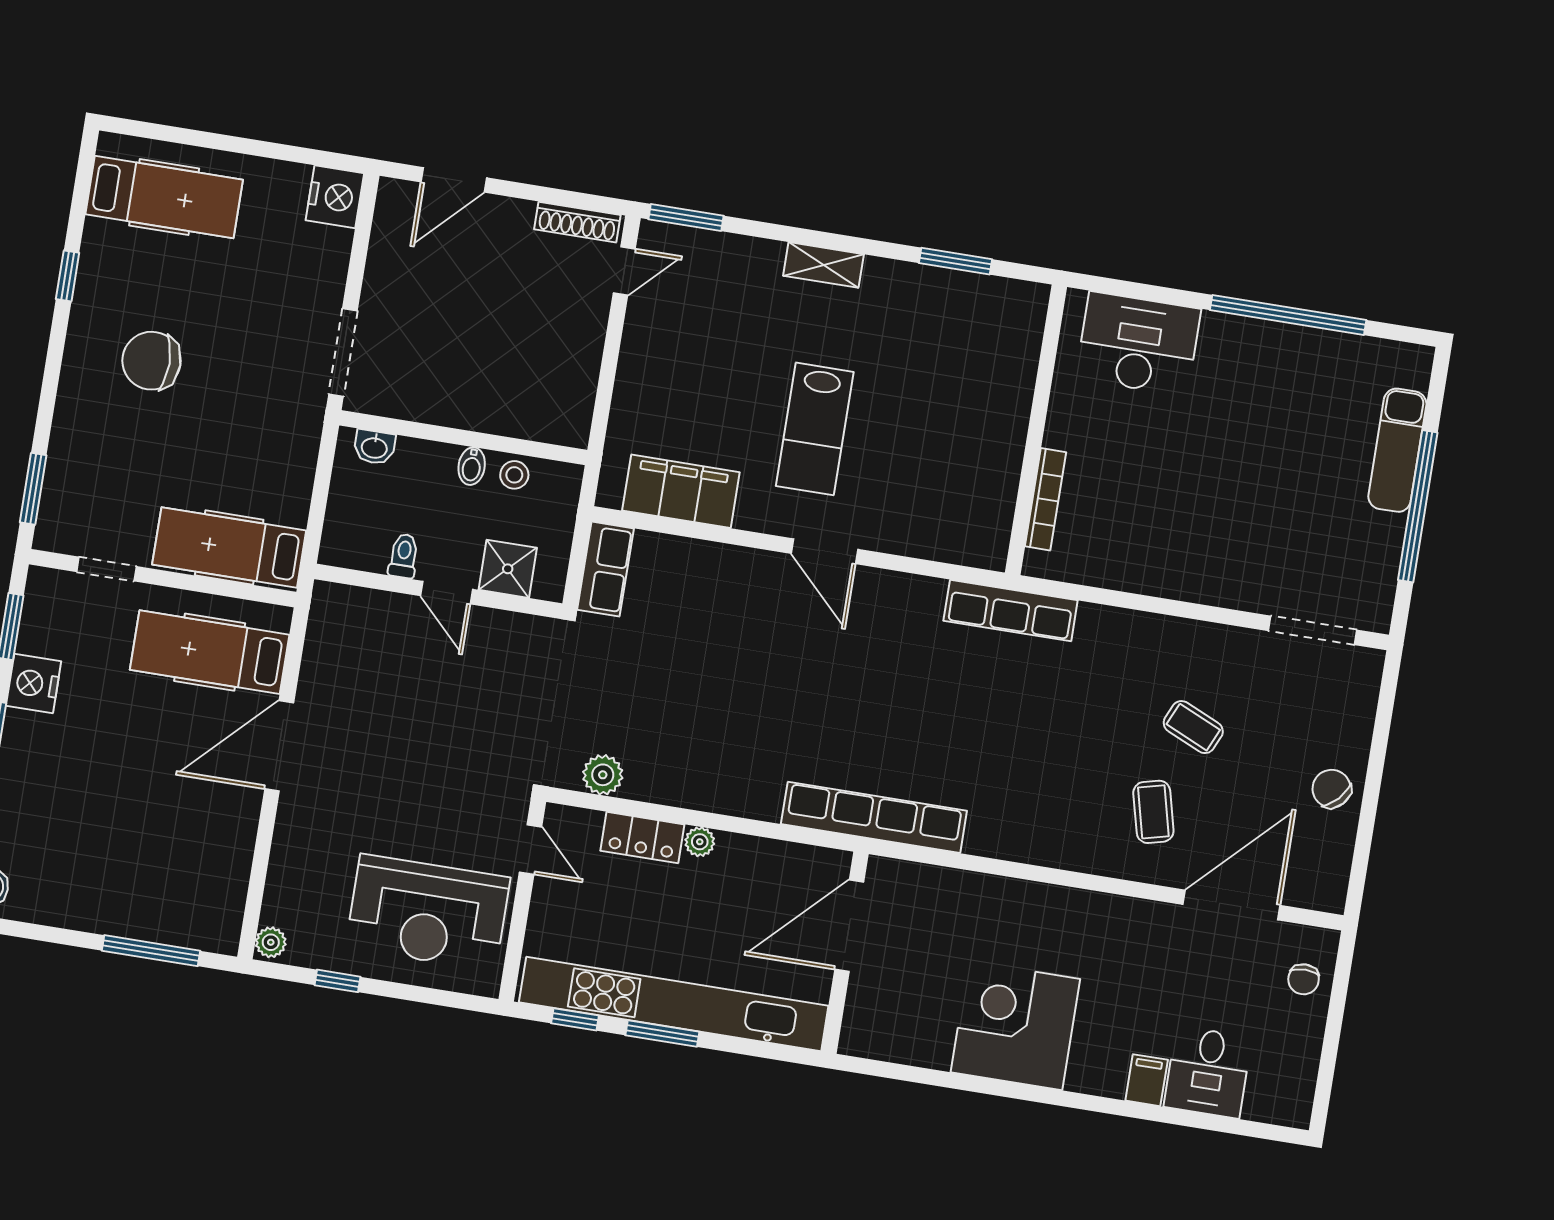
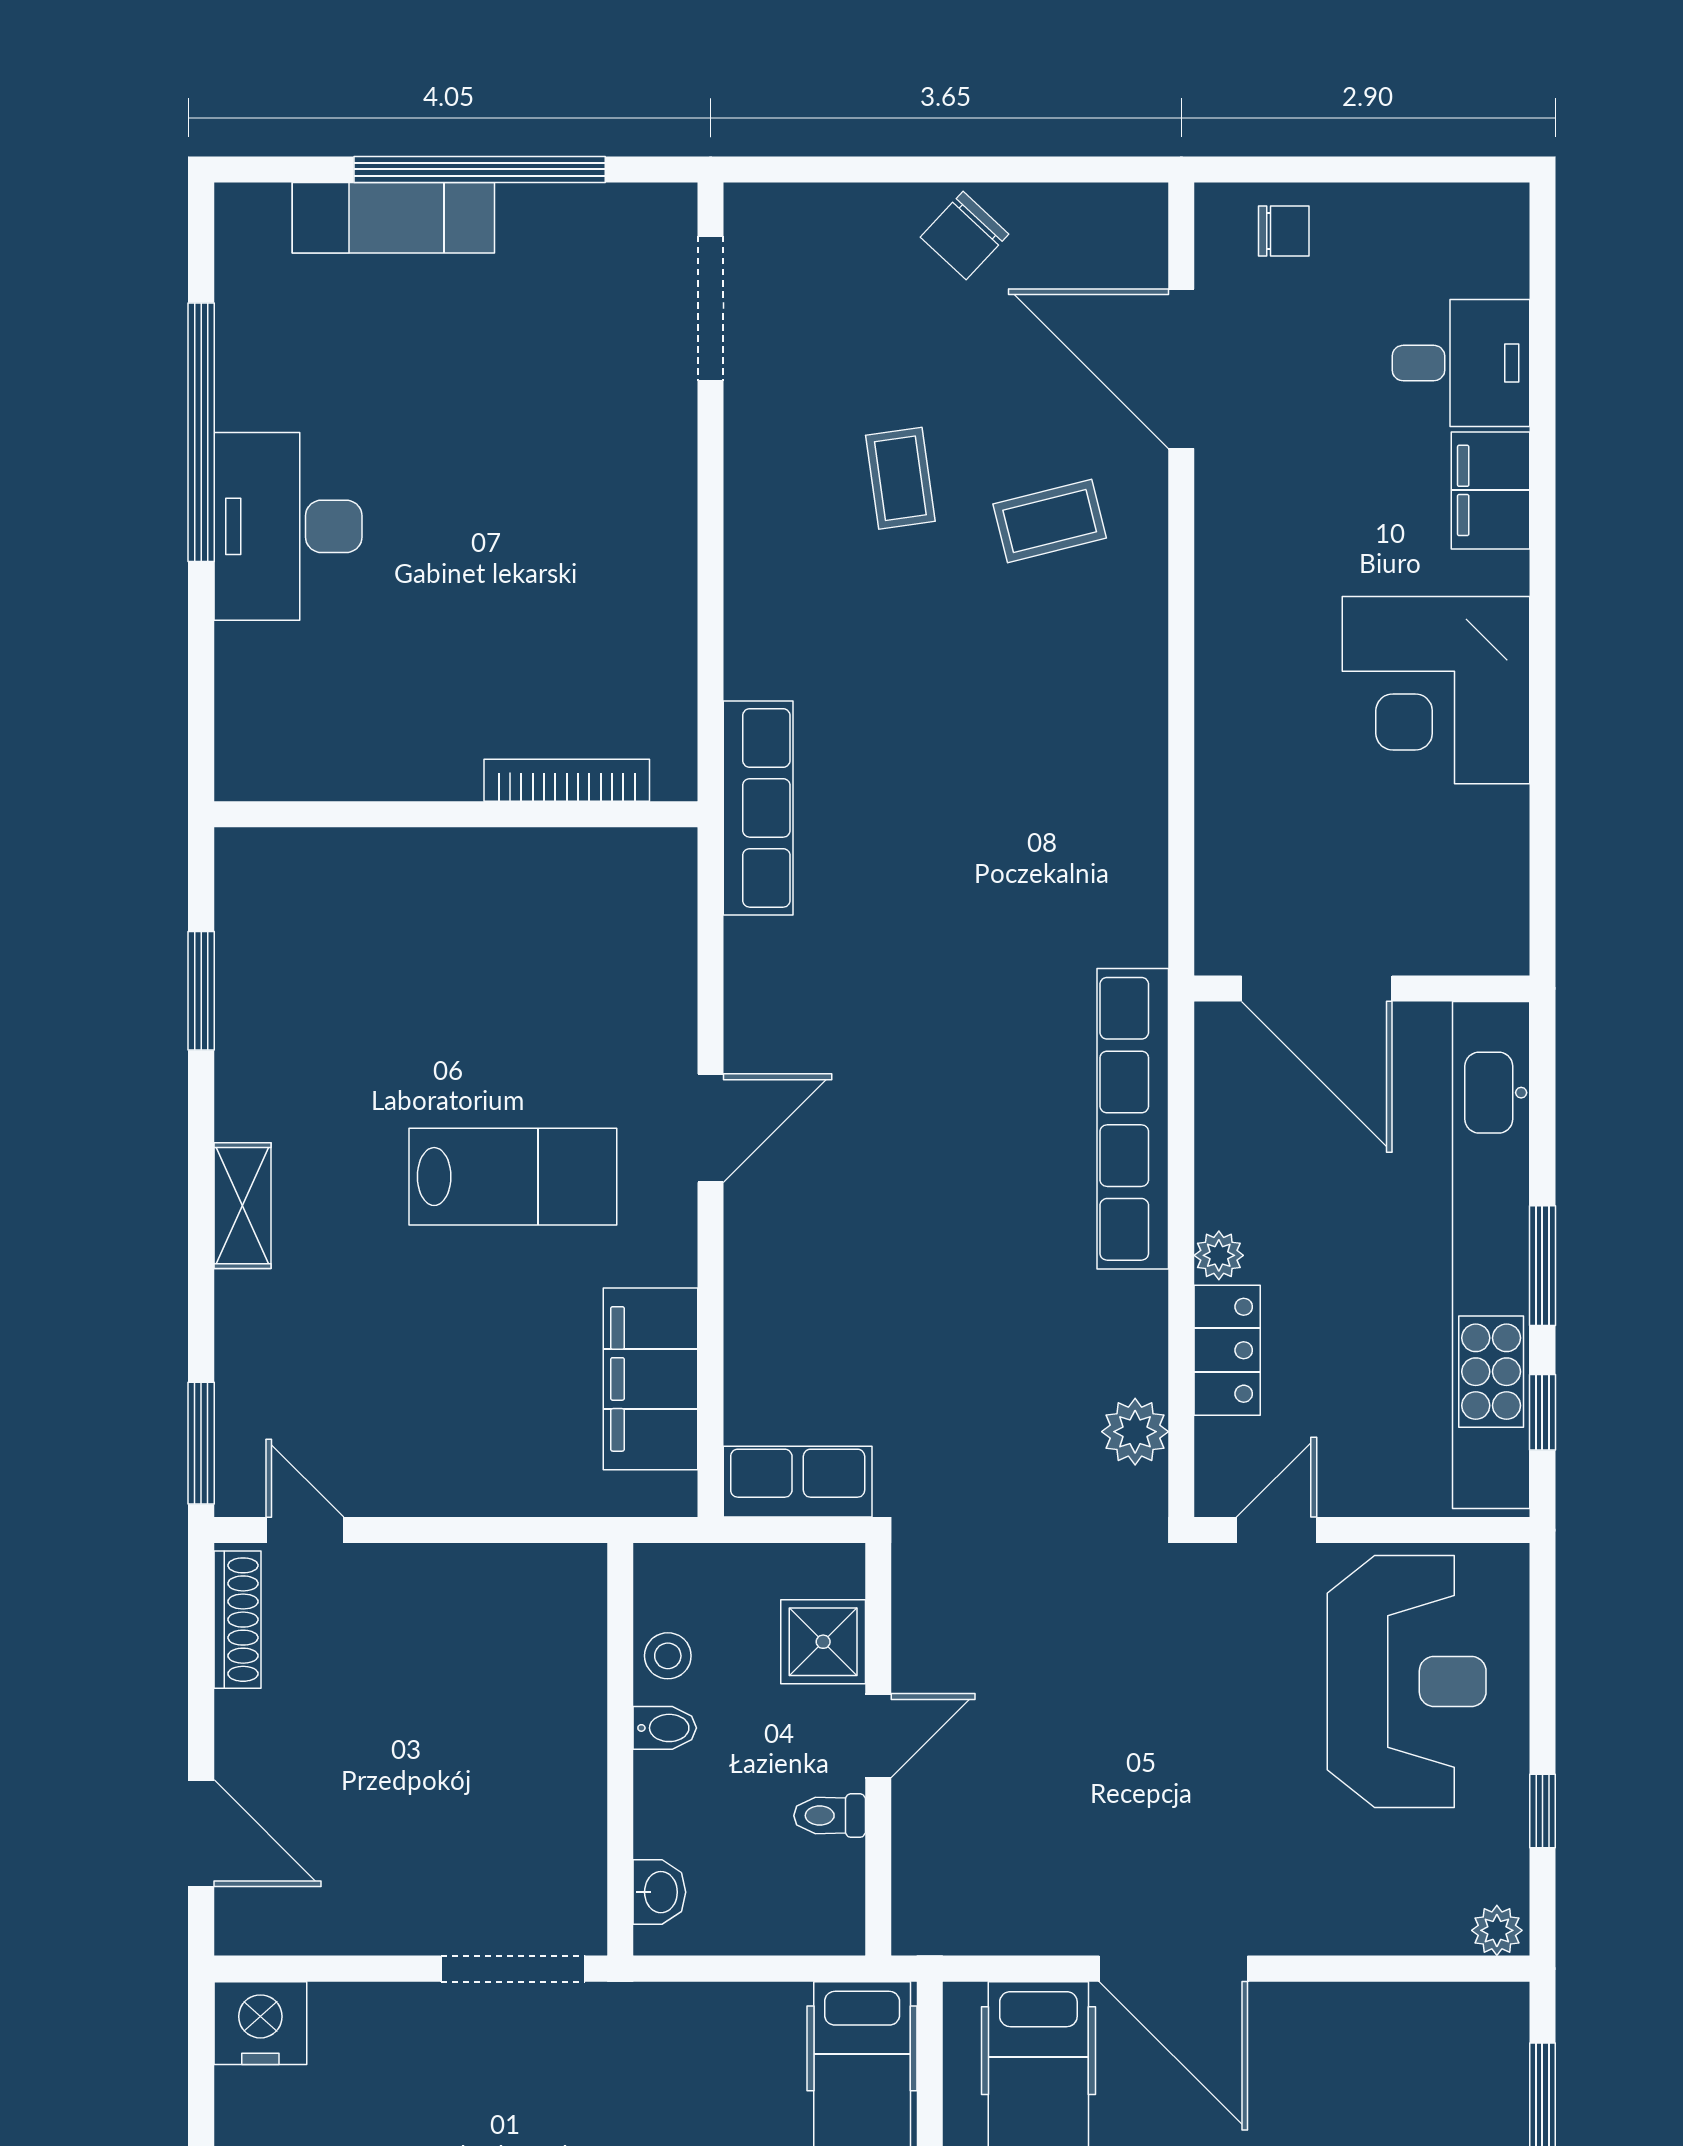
desk: (1138, 344) -> (288, 526), moved
coffee table: (1193, 727) -> (900, 478), turned -32
row of seats: (874, 817) -> (1133, 1119), moved
filing cabinet: (1147, 1080) -> (1491, 490), width x2.00

